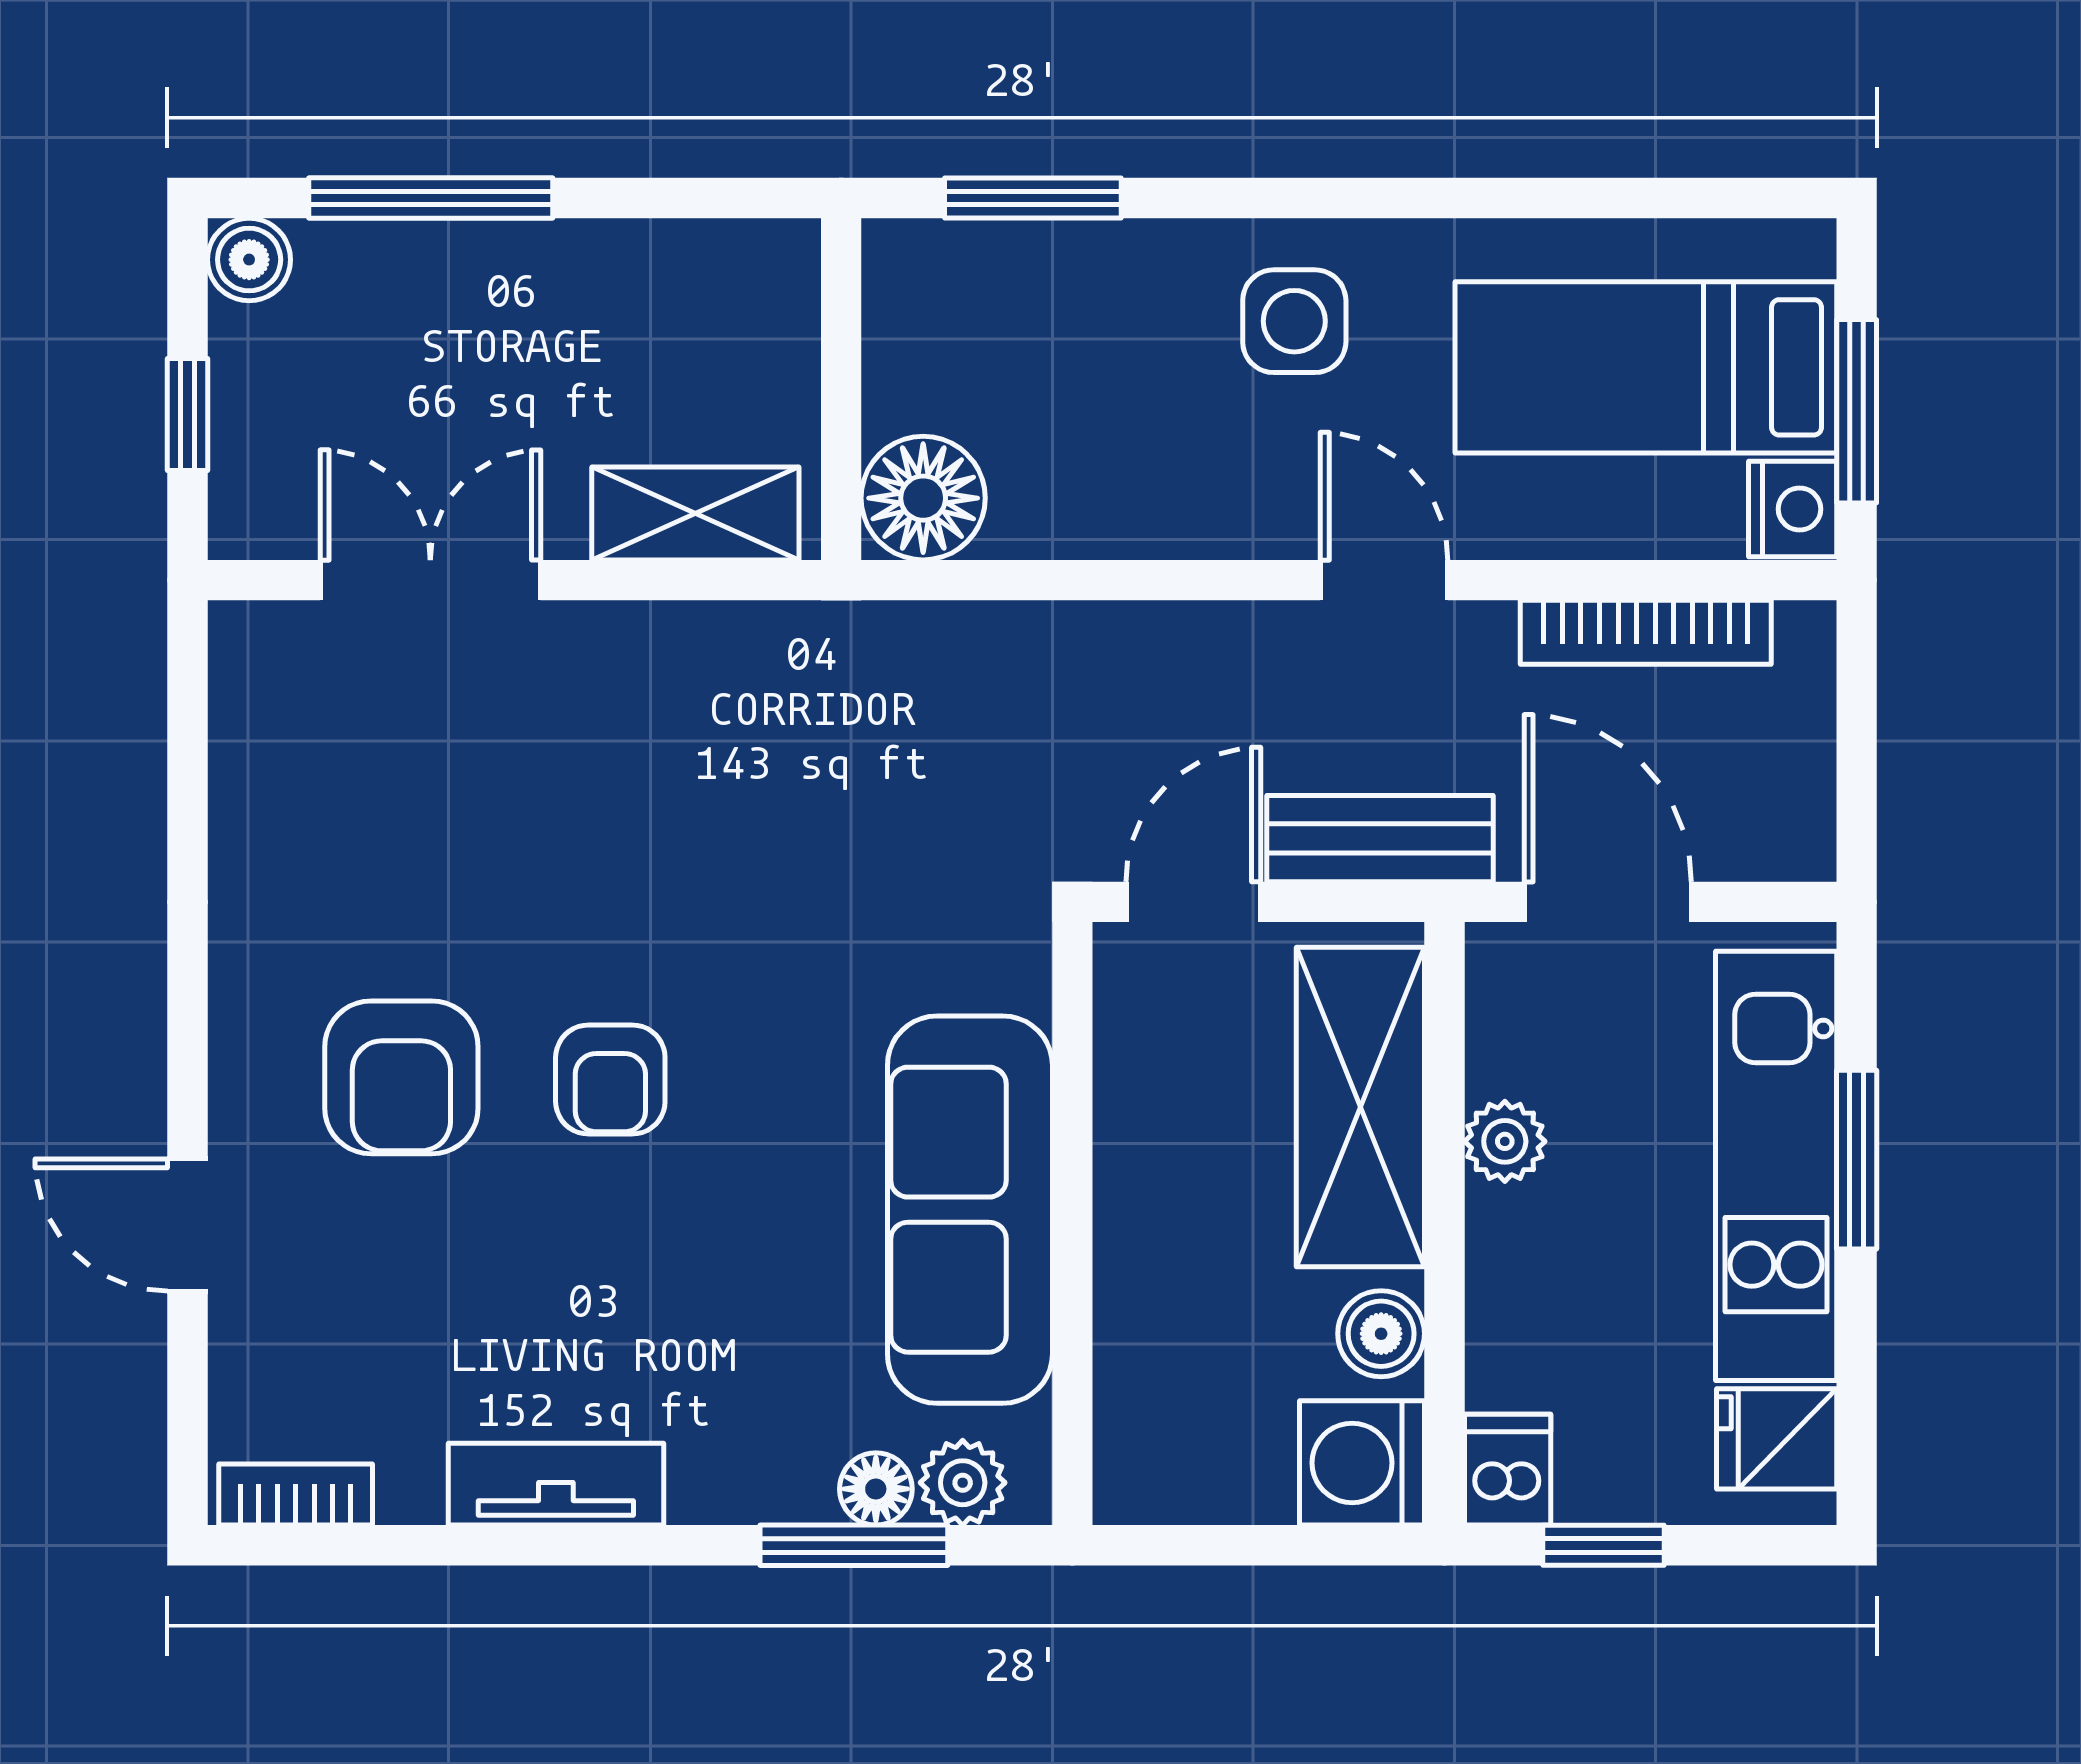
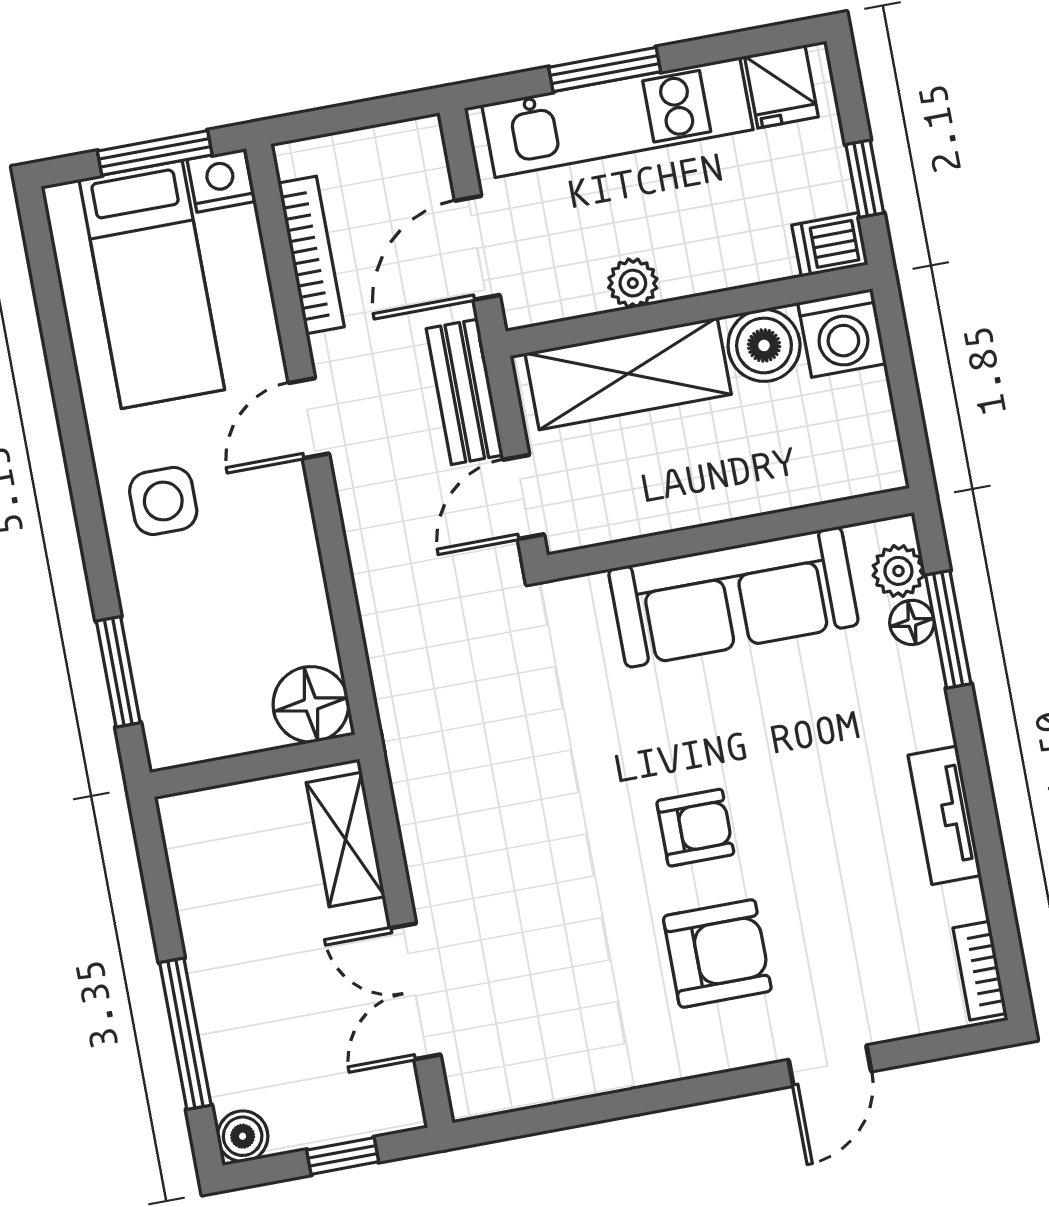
door: (1193, 902) -> (524, 497), hinge flipped
boiler: (1381, 1334) -> (764, 345), width x1.36, depth x1.36

